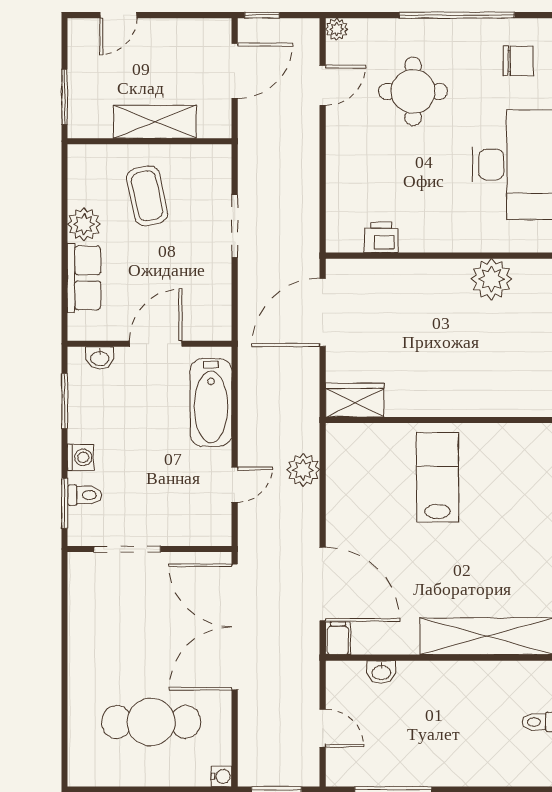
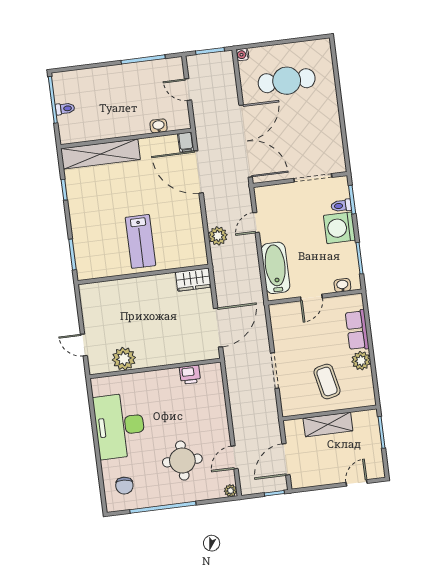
chair: (518, 61) -> (124, 486), turned -86
door: (156, 344) -> (311, 298), width x0.73
washing machine: (81, 457) -> (339, 228), width x1.89, depth x1.89

